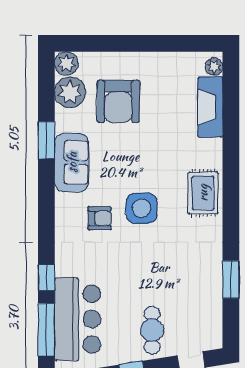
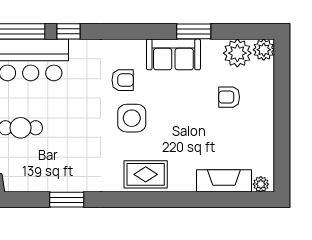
armchair: (118, 101) -> (229, 97), width x0.53, depth x0.53
armchair: (100, 218) -> (123, 80), turned -90

